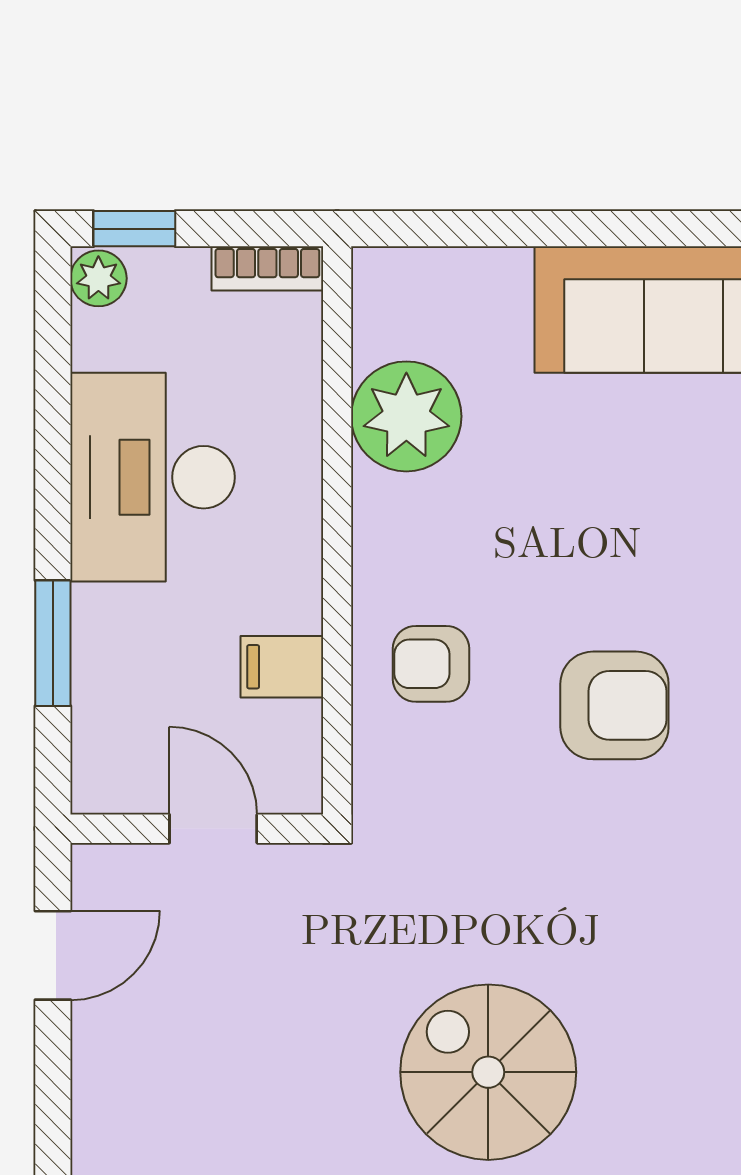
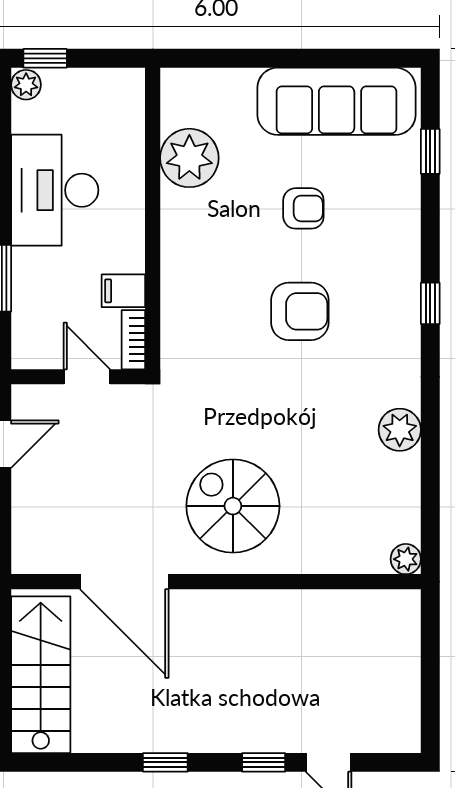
bookcase: (267, 268) -> (133, 340), moved, turned 90
armchair: (431, 664) -> (303, 208), moved, turned 180

